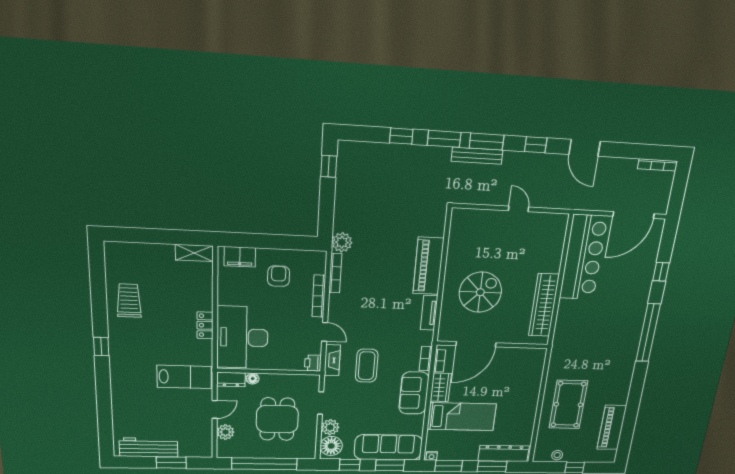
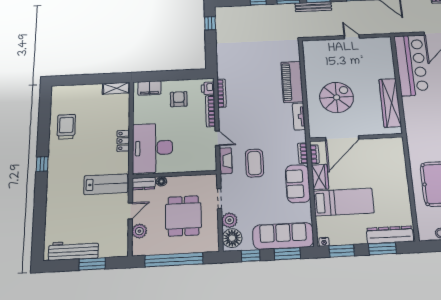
plant: (342, 242) -> (224, 71), removed
printer: (313, 363) -> (208, 88), moved

